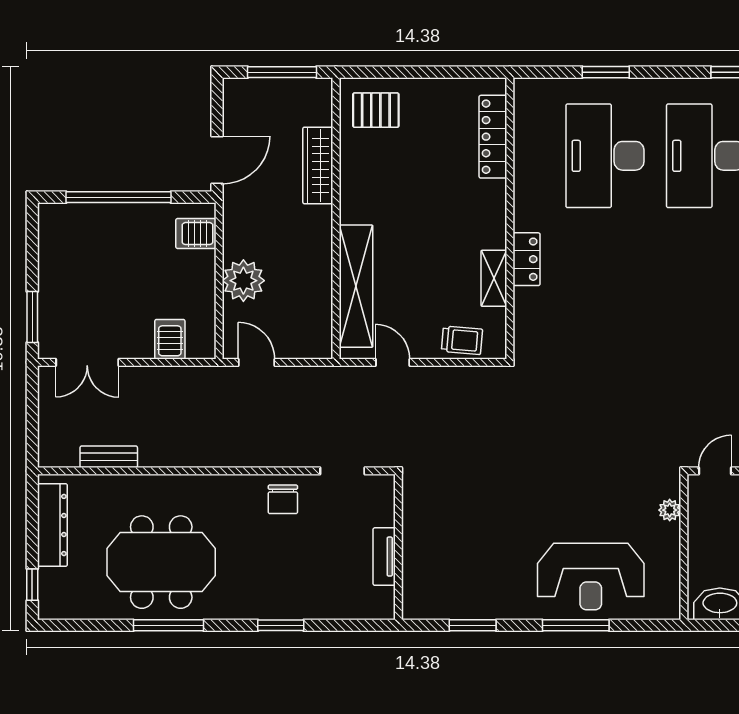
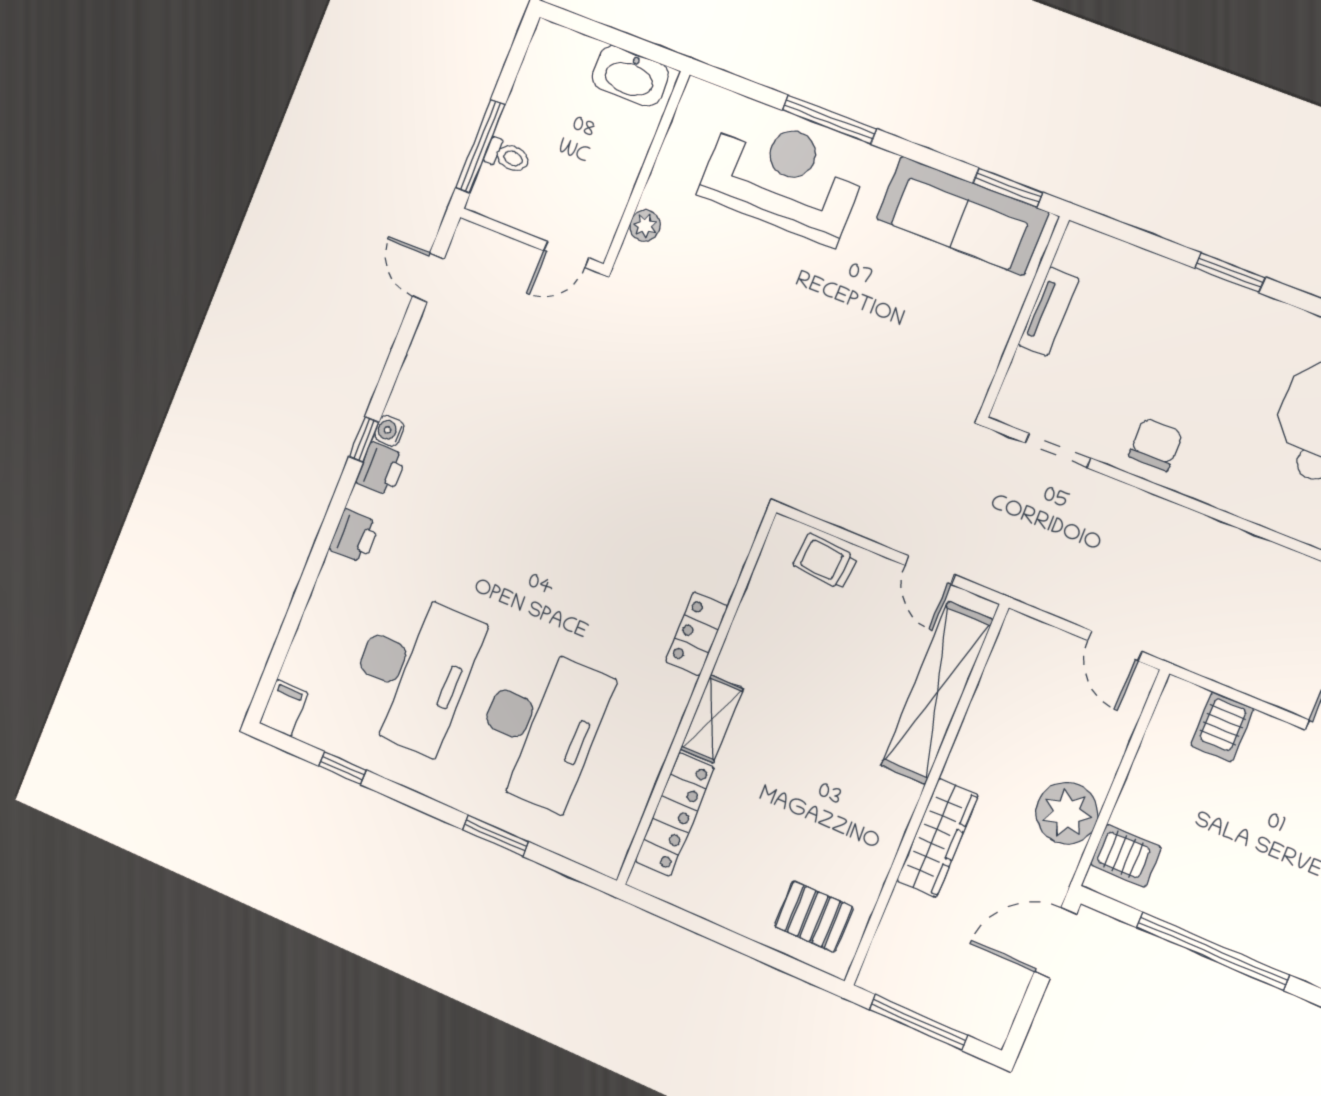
wardrobe: (318, 165) -> (938, 838), moved
shelving: (494, 278) -> (712, 719), moved
plant: (243, 281) -> (1067, 813), moved
sofa: (464, 596) -> (962, 216), added
window: (473, 625) -> (1008, 188), moved

